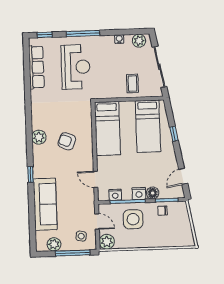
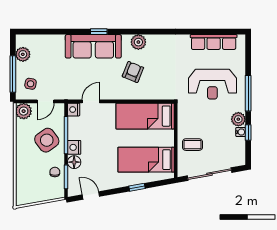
window: (45, 35) -> (248, 133), moved
plant: (139, 41) -> (238, 119), moved
nightstand: (115, 195) -> (74, 110), moved
sofa: (45, 204) -> (93, 46), moved
side table: (133, 219) -> (47, 140), turned -36

